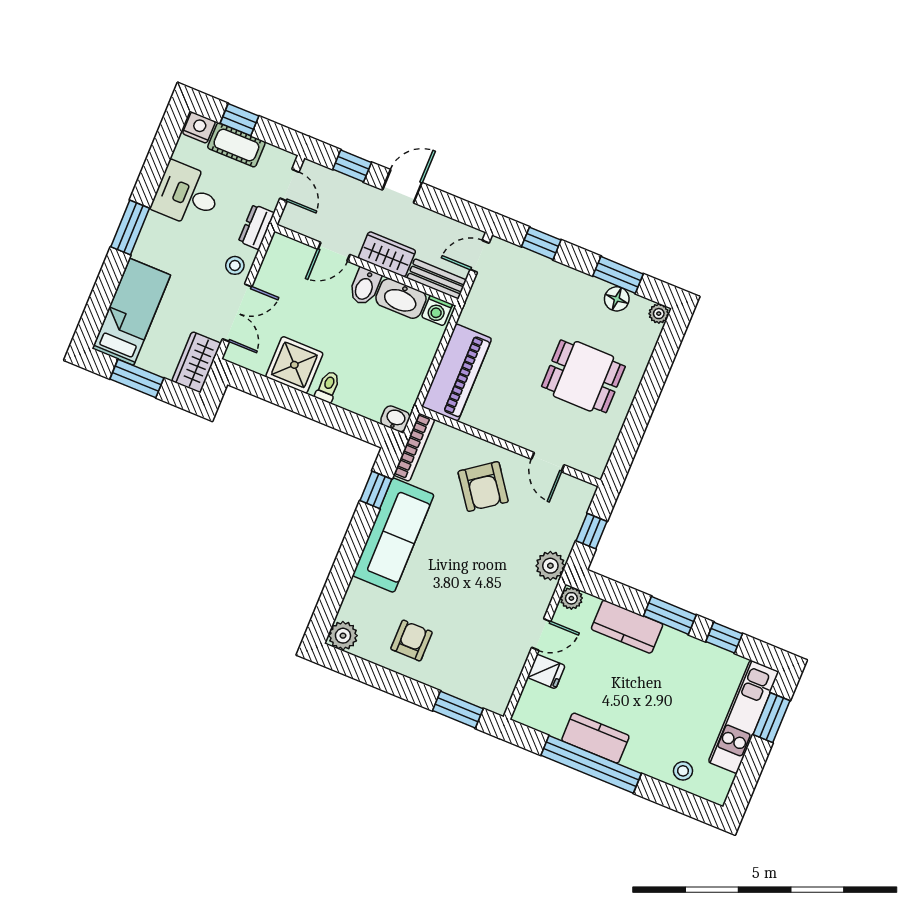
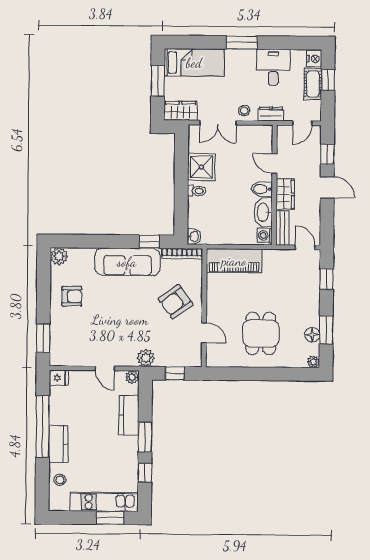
door: (548, 462) -> (204, 333), swing flipped
fridge: (546, 671) -> (59, 378), moved, turned -90
kitchen counter: (595, 738) -> (58, 444), moved

